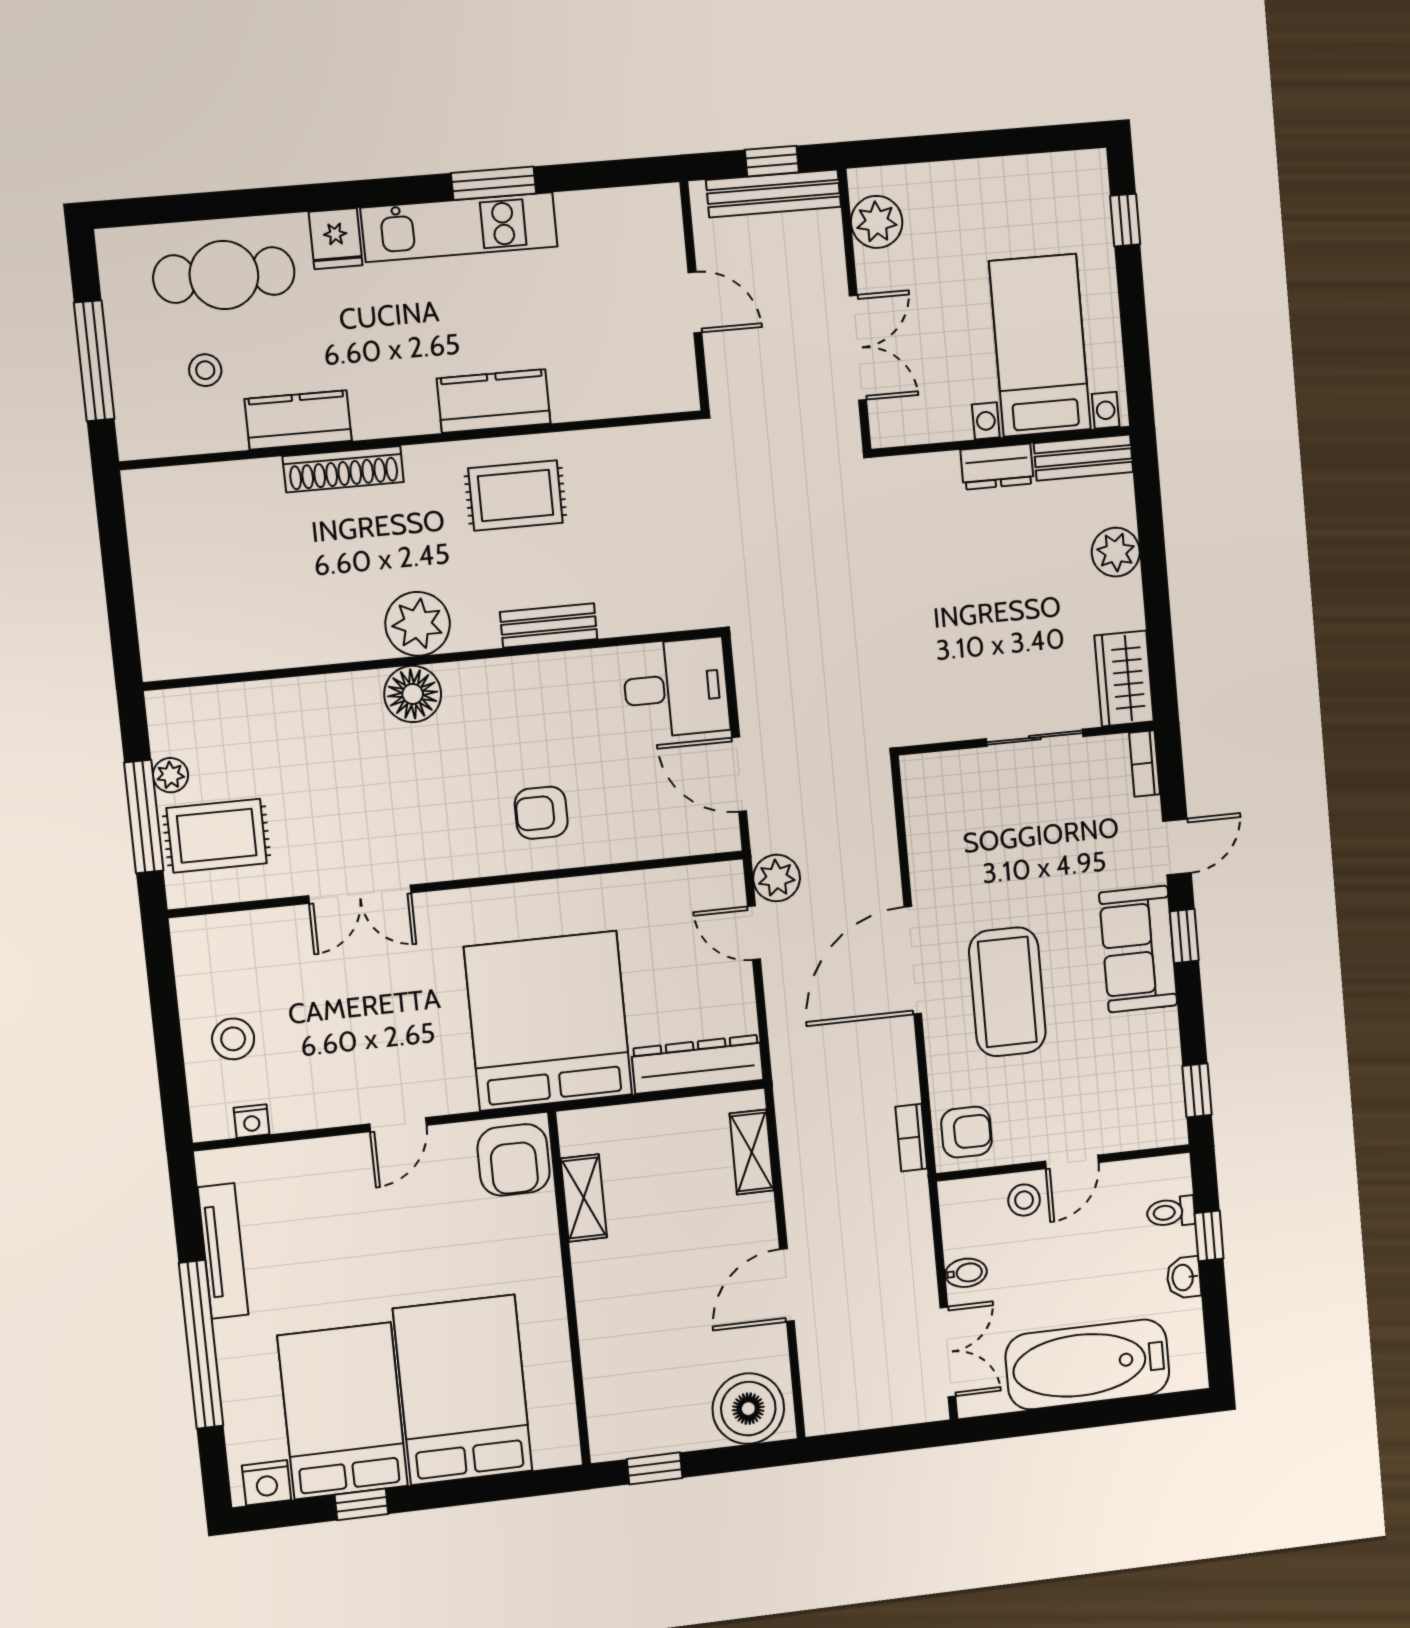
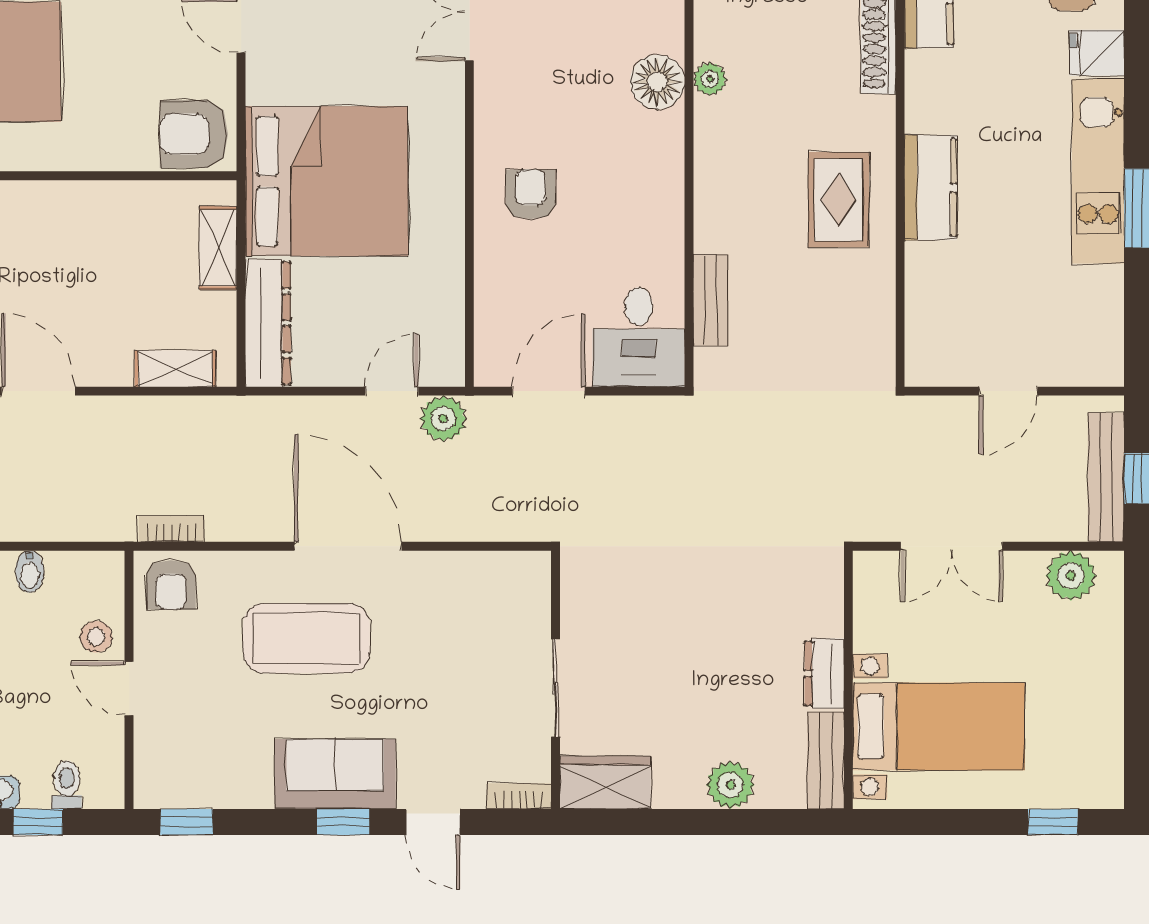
plant: (418, 624) -> (710, 79), width x0.53, depth x0.53
bench: (549, 625) -> (711, 300), moved
shelving: (584, 1198) -> (218, 248), moved, turned 90

